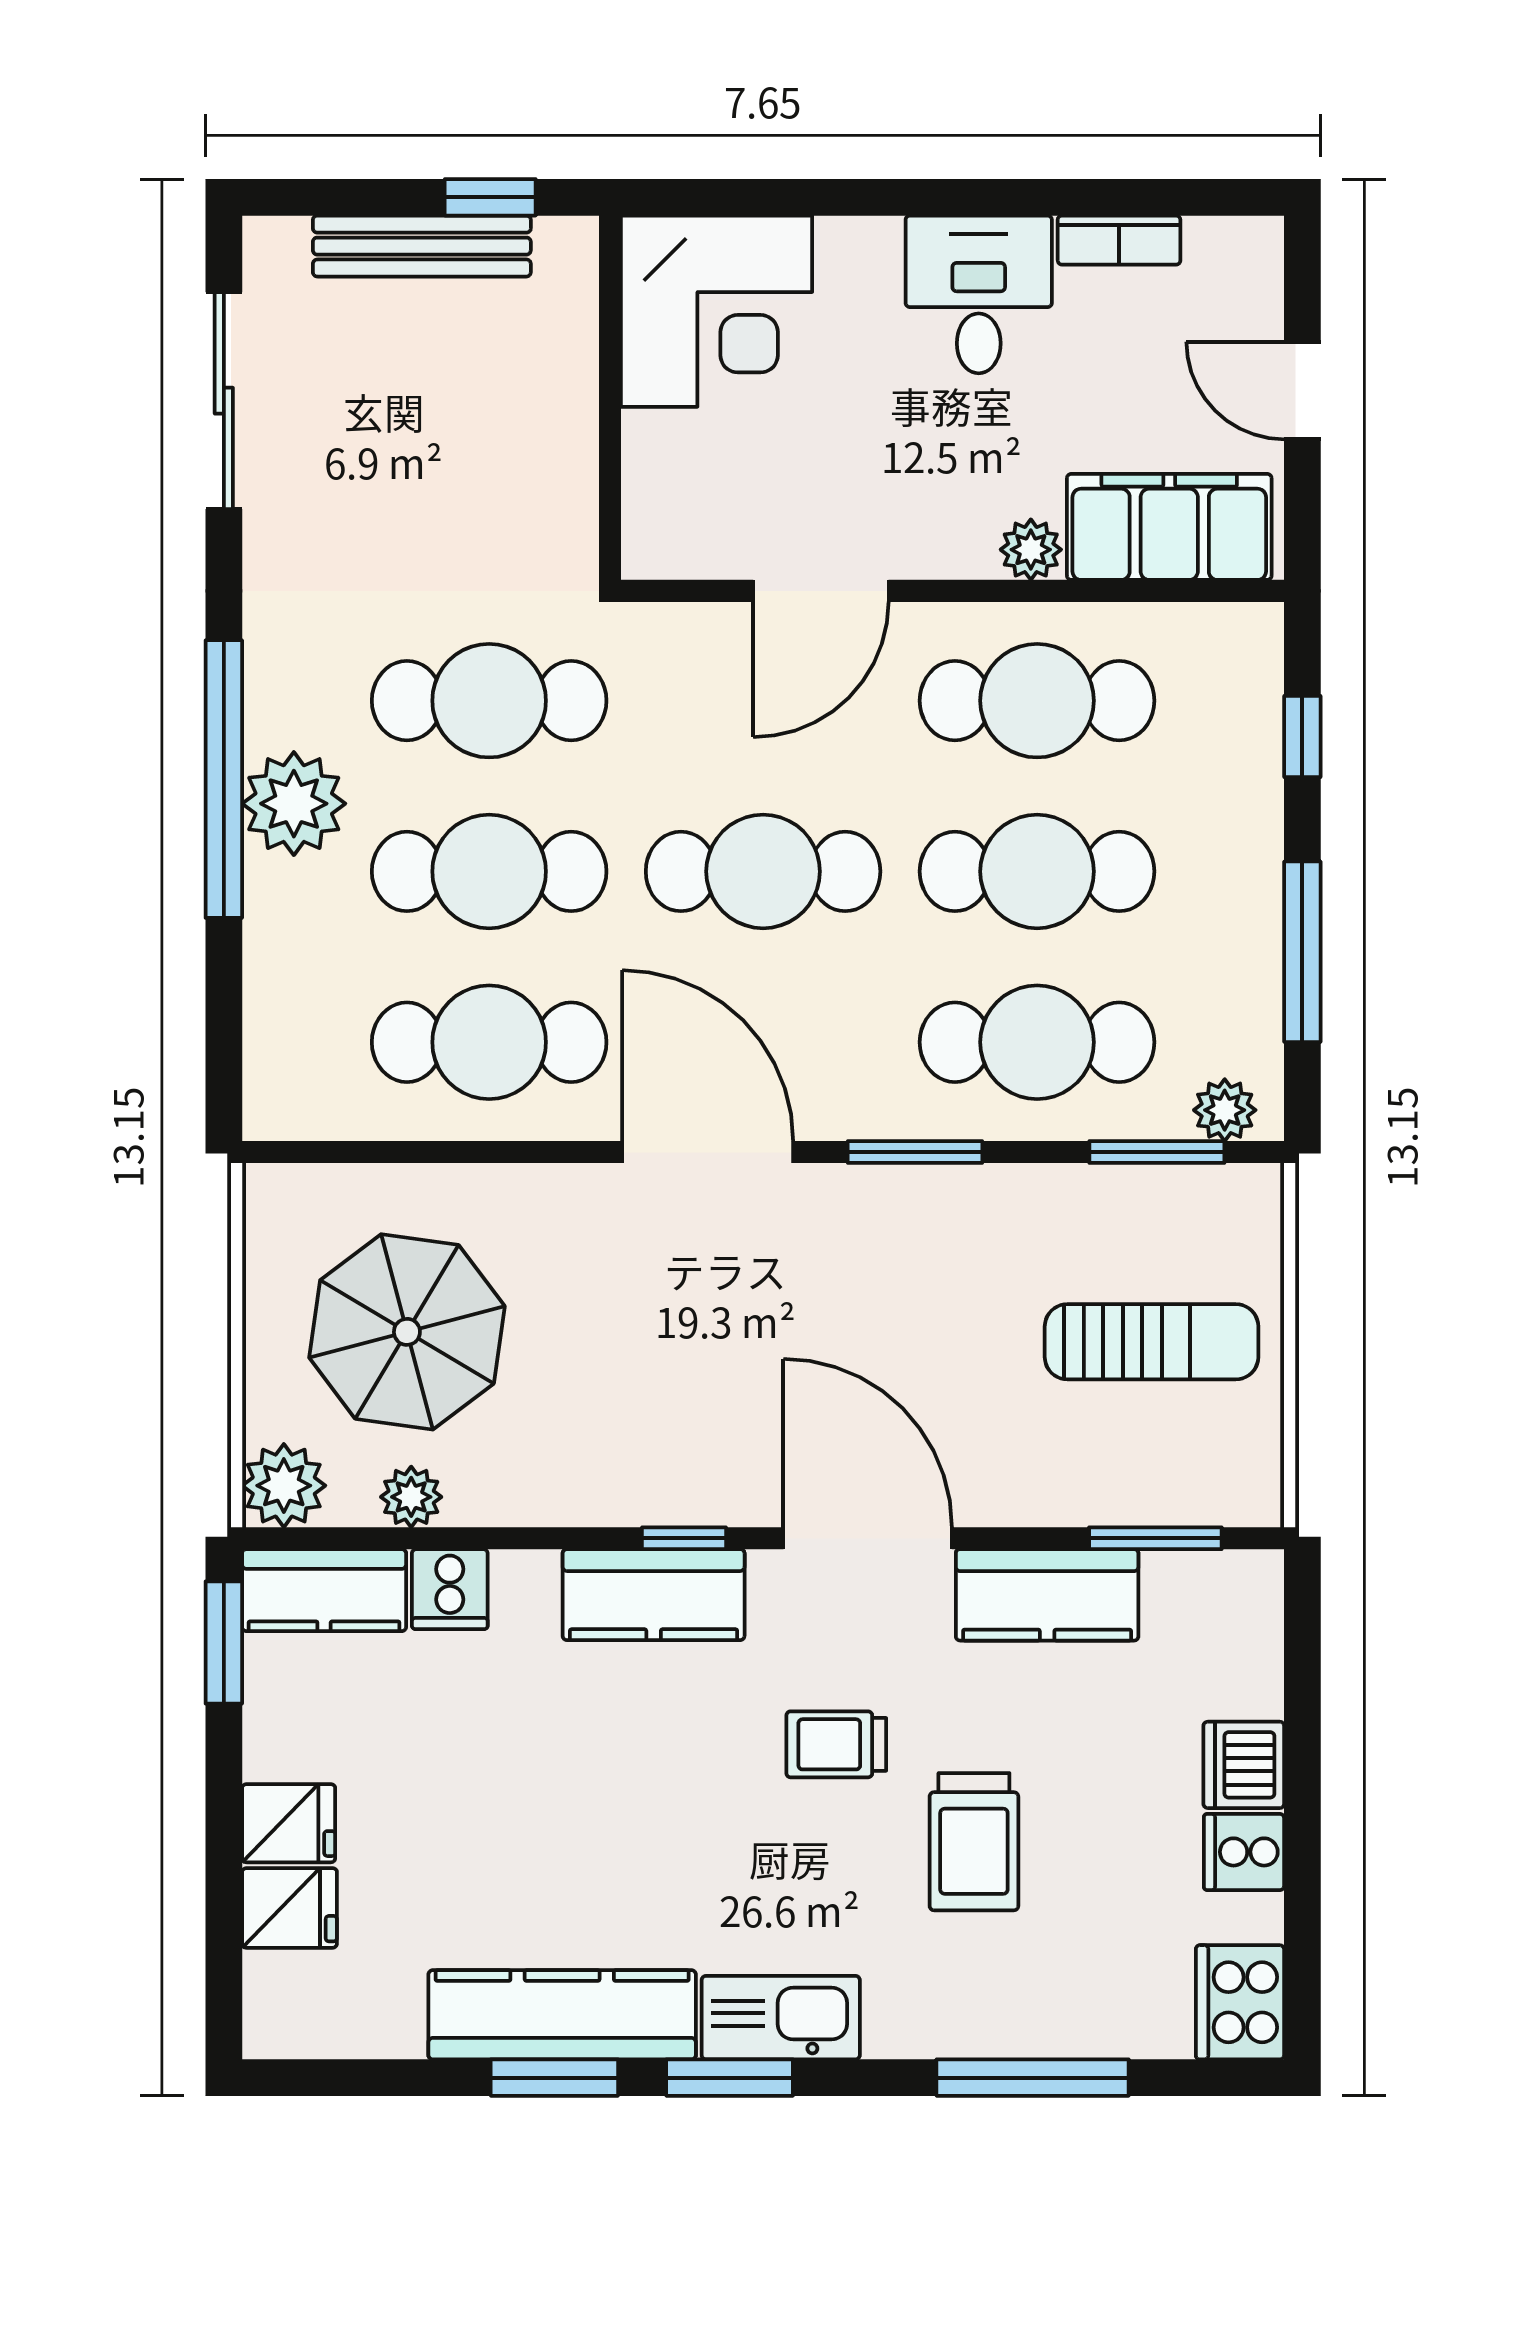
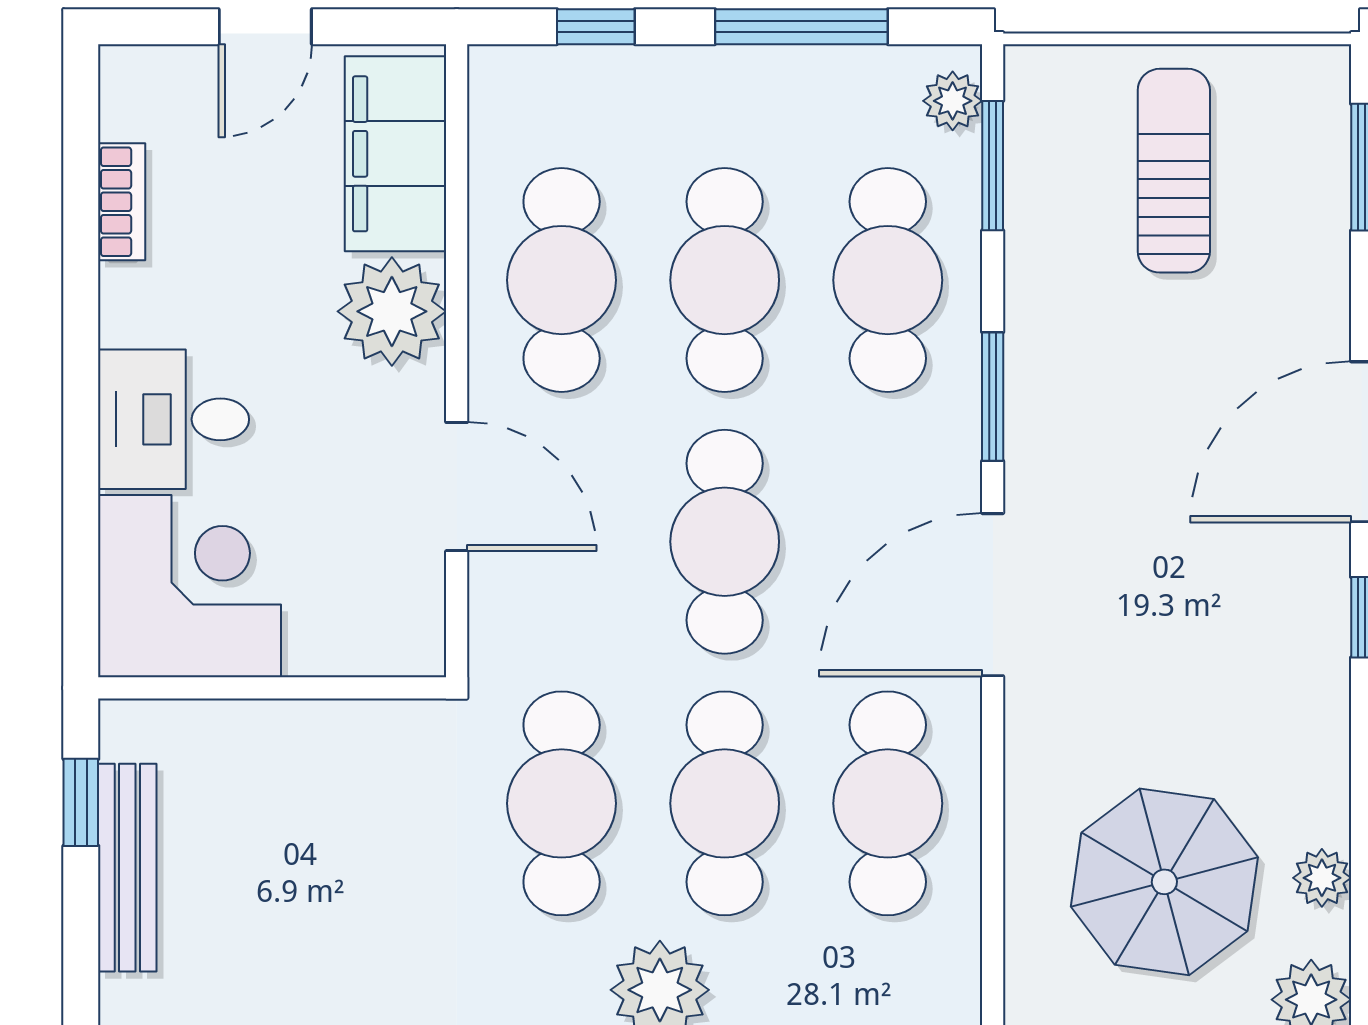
desk: (979, 294) -> (174, 419), moved
plant: (1031, 550) -> (392, 311), width x1.88, depth x1.88

